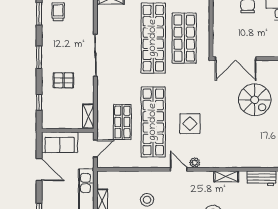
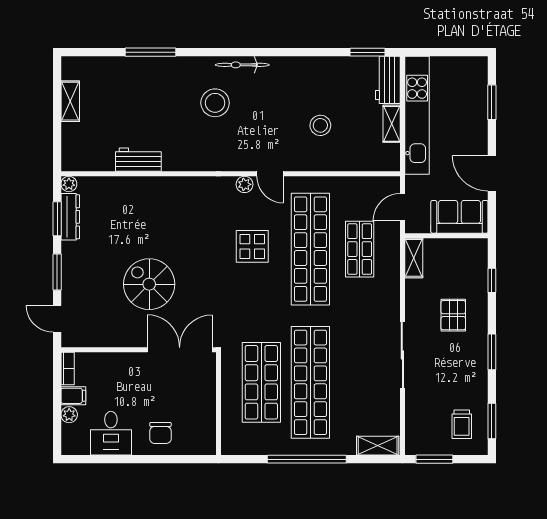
pallet: (63, 80) -> (453, 315), turned 90
shelving: (226, 176) -> (194, 163), removed

